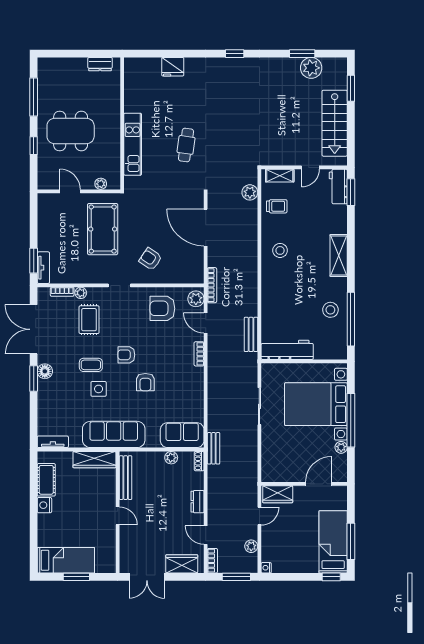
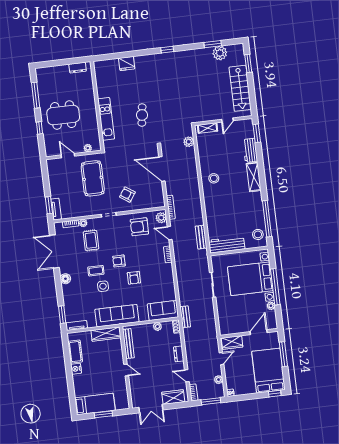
workbench: (338, 187) -> (250, 150), moved
trolley: (277, 206) -> (208, 149), removed
stool: (330, 310) -> (258, 234), moved
window: (34, 379) -> (62, 315), moved
window: (351, 541) -> (283, 354), moved
bed: (333, 542) -> (268, 371), width x1.50

